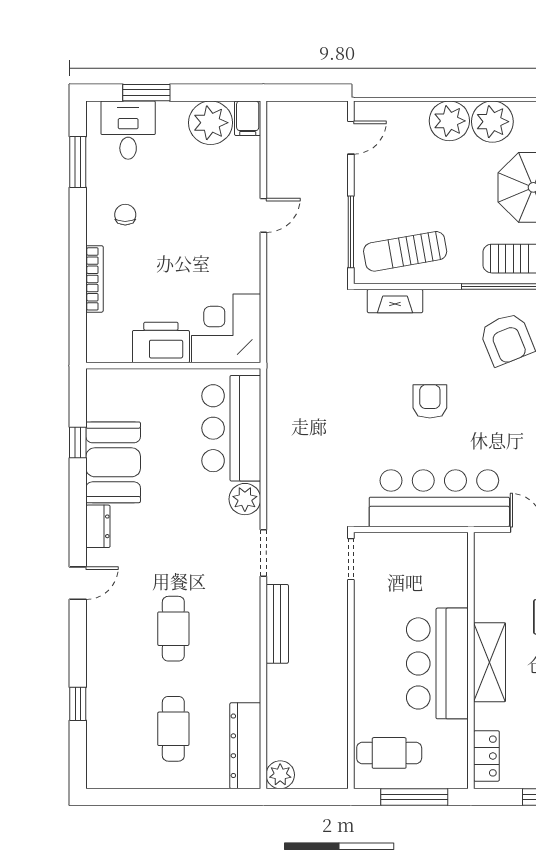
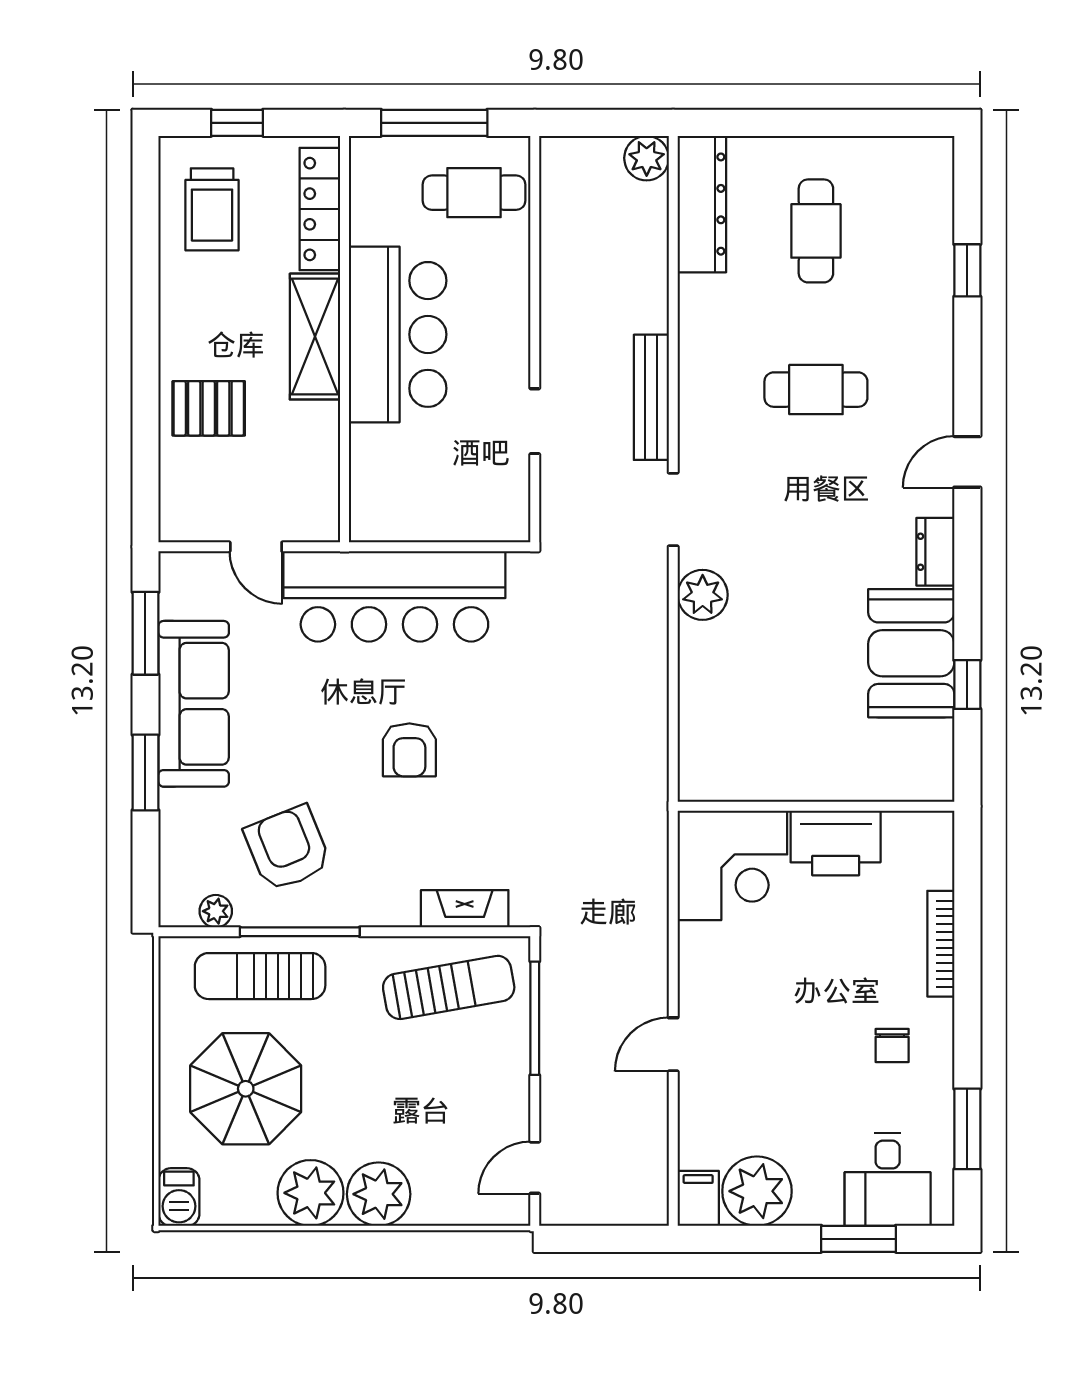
bar counter: (231, 428) -> (724, 707), removed
doorway: (351, 559) -> (535, 421), moved
cafe table: (173, 629) -> (816, 390), turned 90
locker: (486, 756) -> (320, 209), width x1.53

